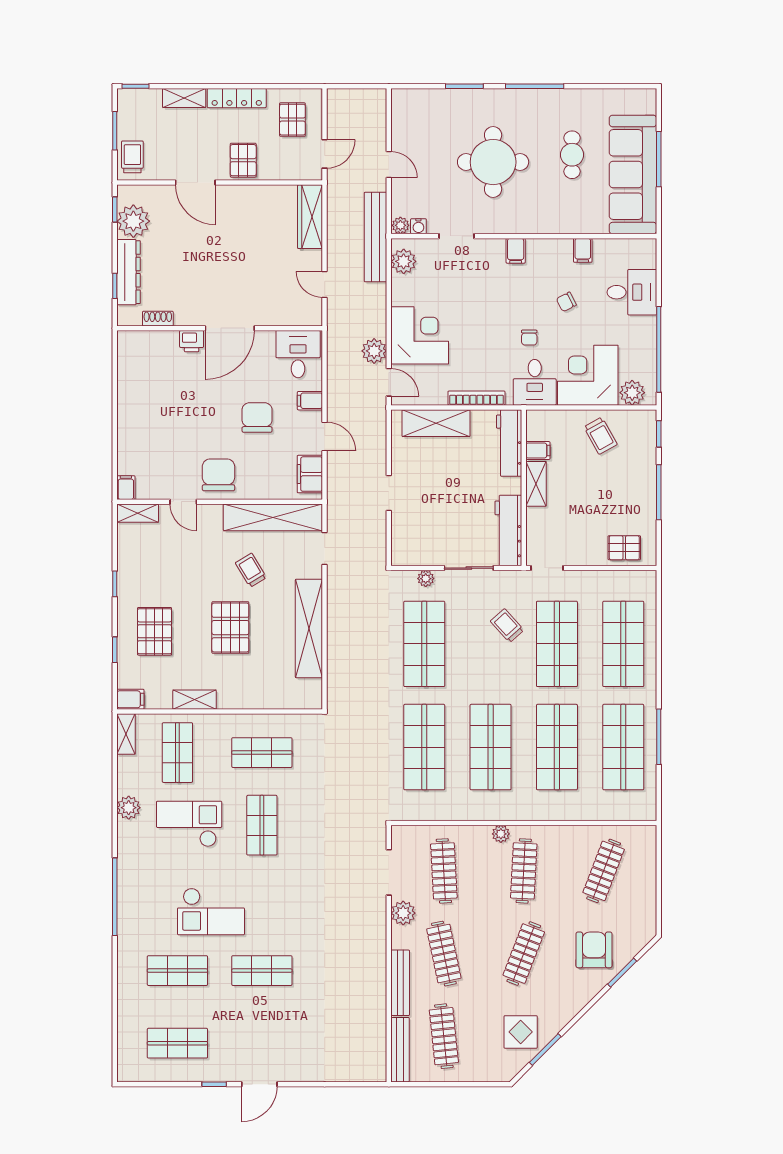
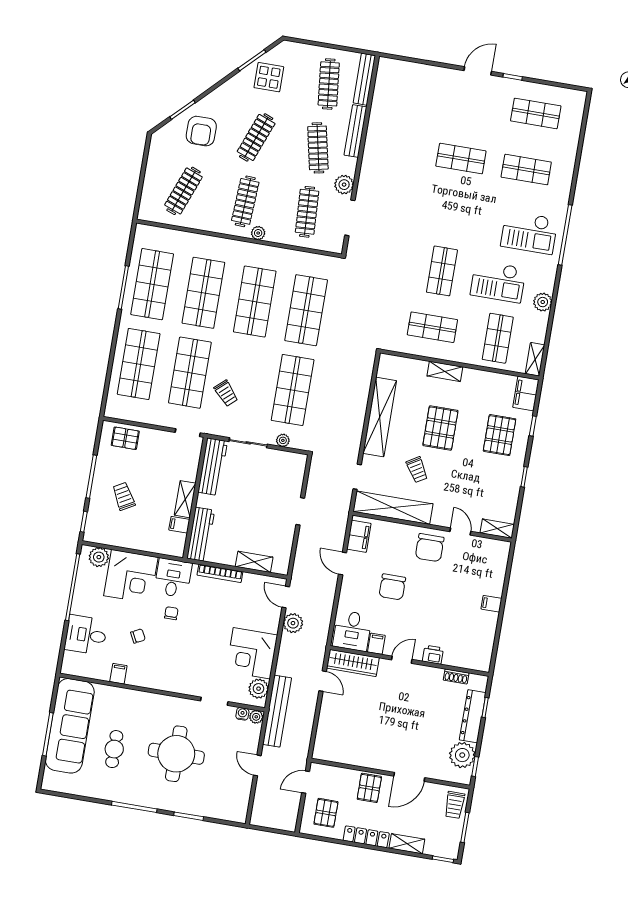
door: (195, 183) -> (409, 777), swing flipped
wardrobe: (310, 217) -> (353, 663), moved, turned 90
filing cabinet: (516, 251) -> (170, 682), removed
door: (230, 328) -> (402, 660), width x0.53
corner desk: (420, 335) -> (252, 653), moved
filing cabinet: (310, 401) -> (376, 644), moved, turned -90
shelving: (436, 423) -> (254, 562), width x0.67, depth x0.75
trolley: (601, 436) -> (124, 496), moved
filing cabinet: (126, 488) -> (491, 604), moved, turned 90
filing cabinet: (130, 699) -> (526, 393), width x2.00
shelving: (195, 700) -> (445, 371), moved
checkout: (211, 912) -> (529, 232), moved, turned 180

